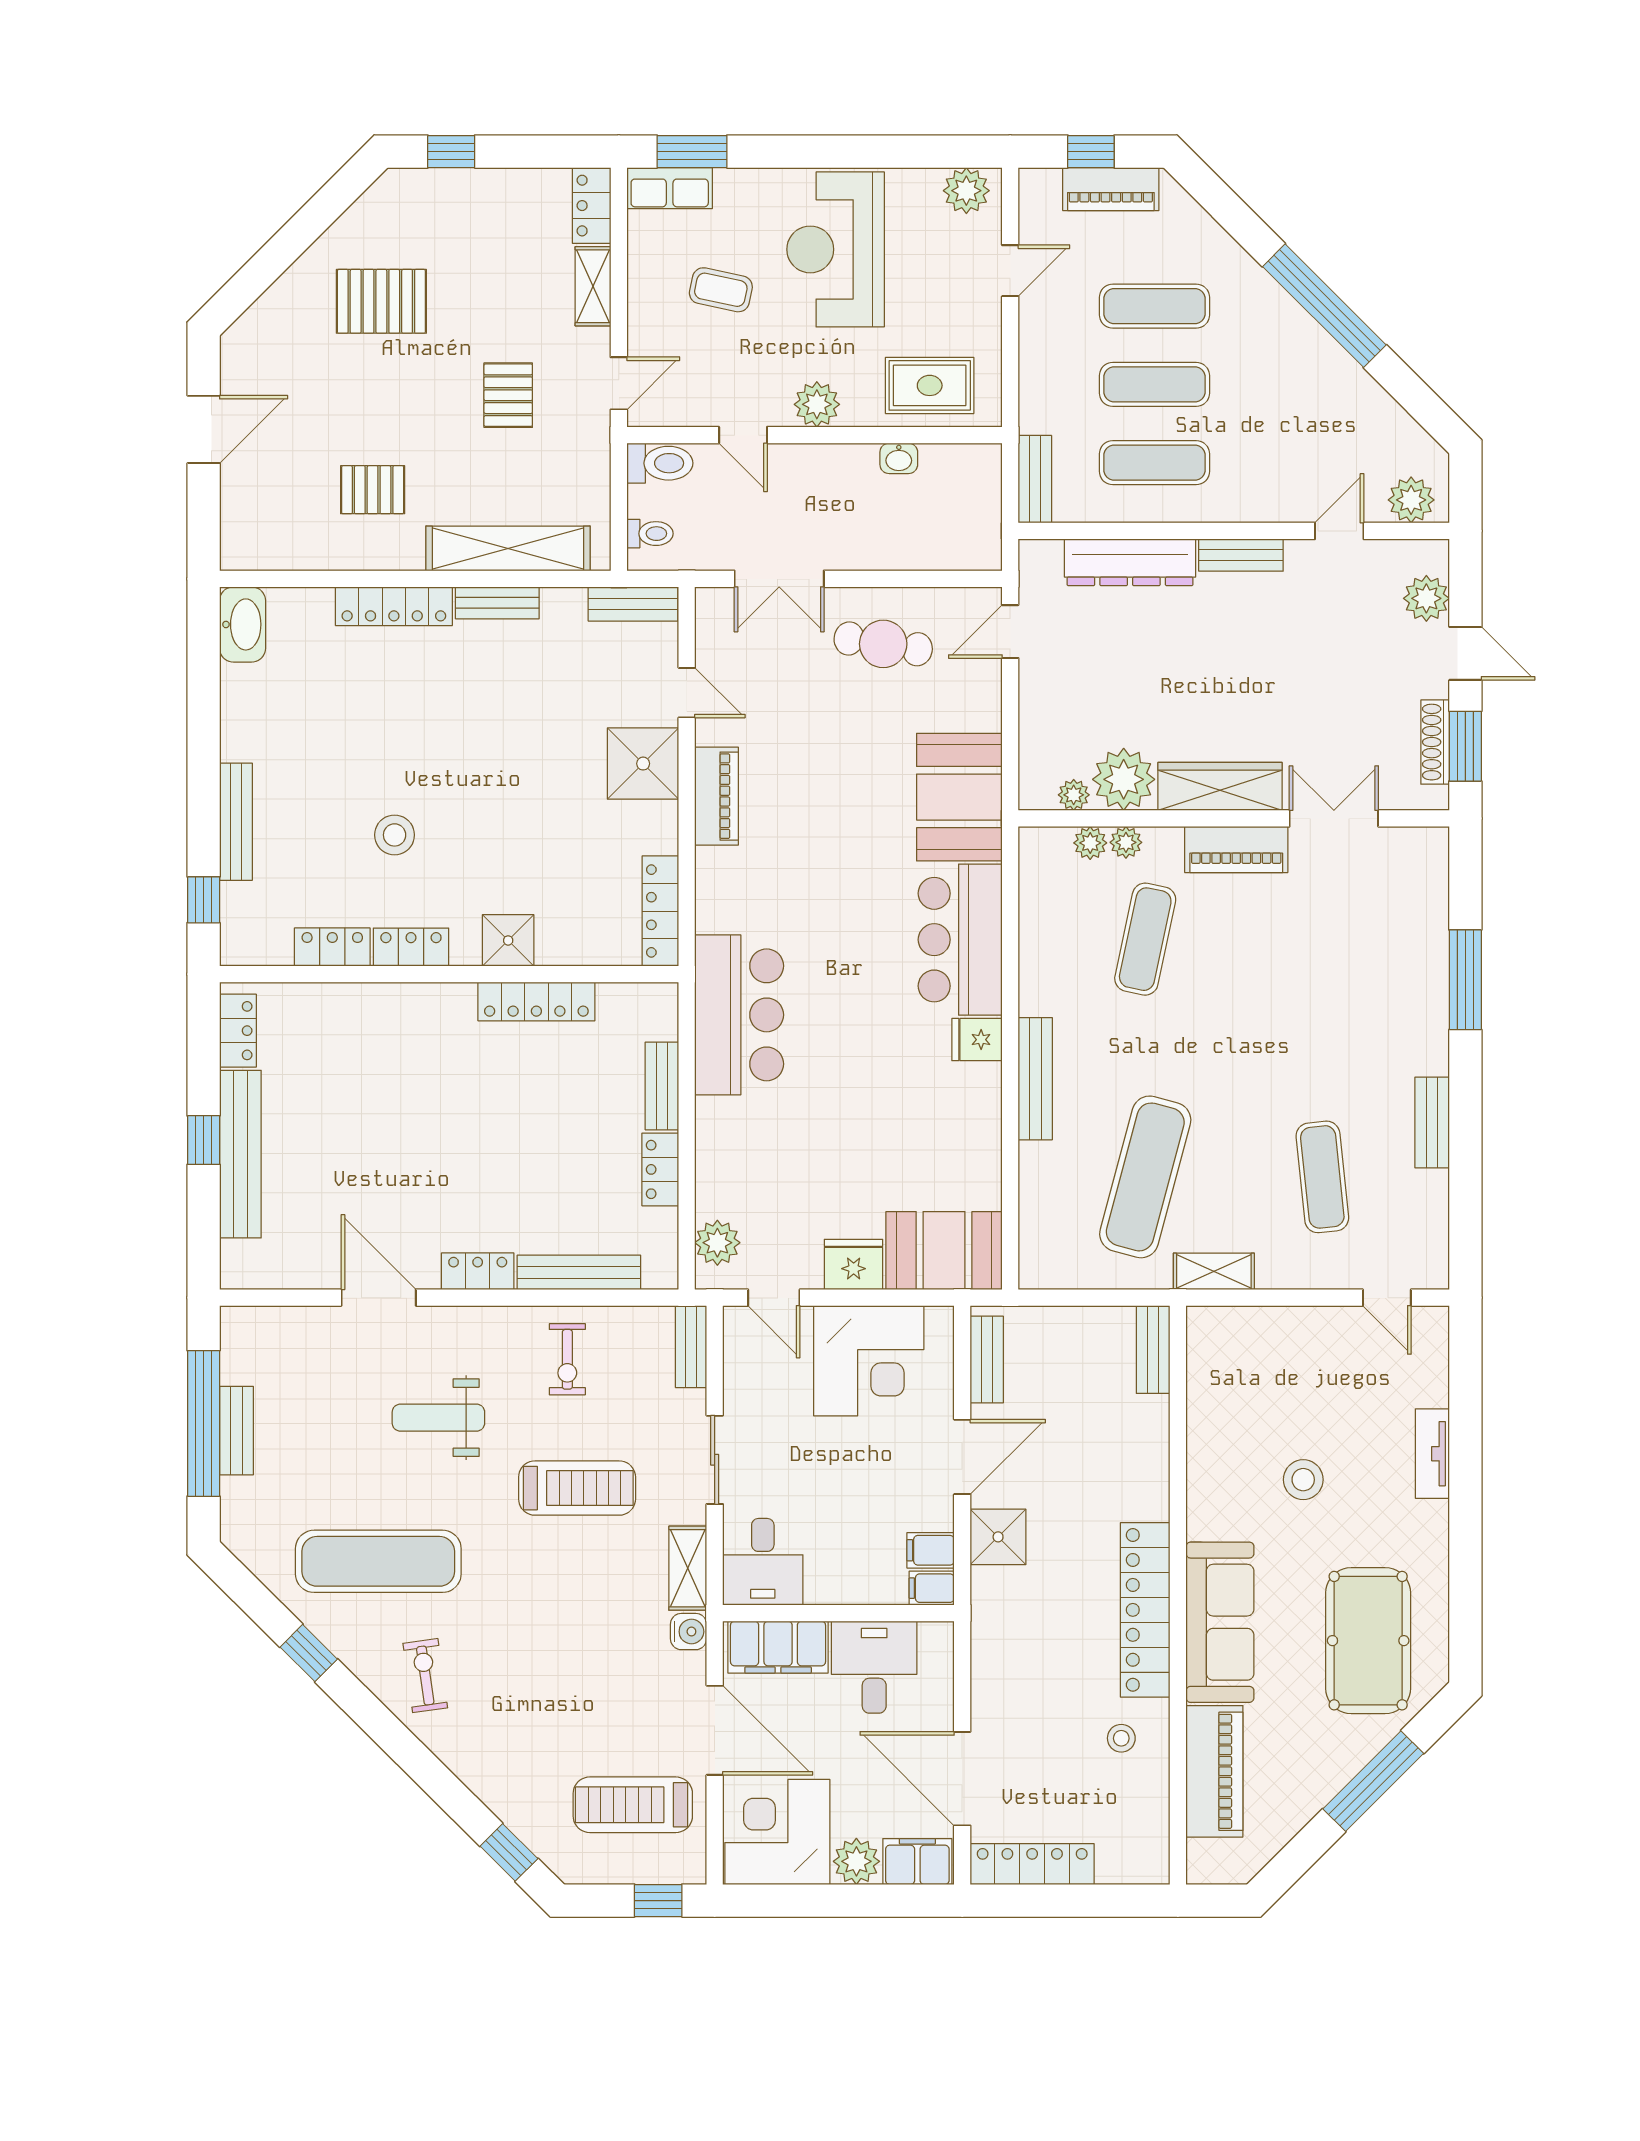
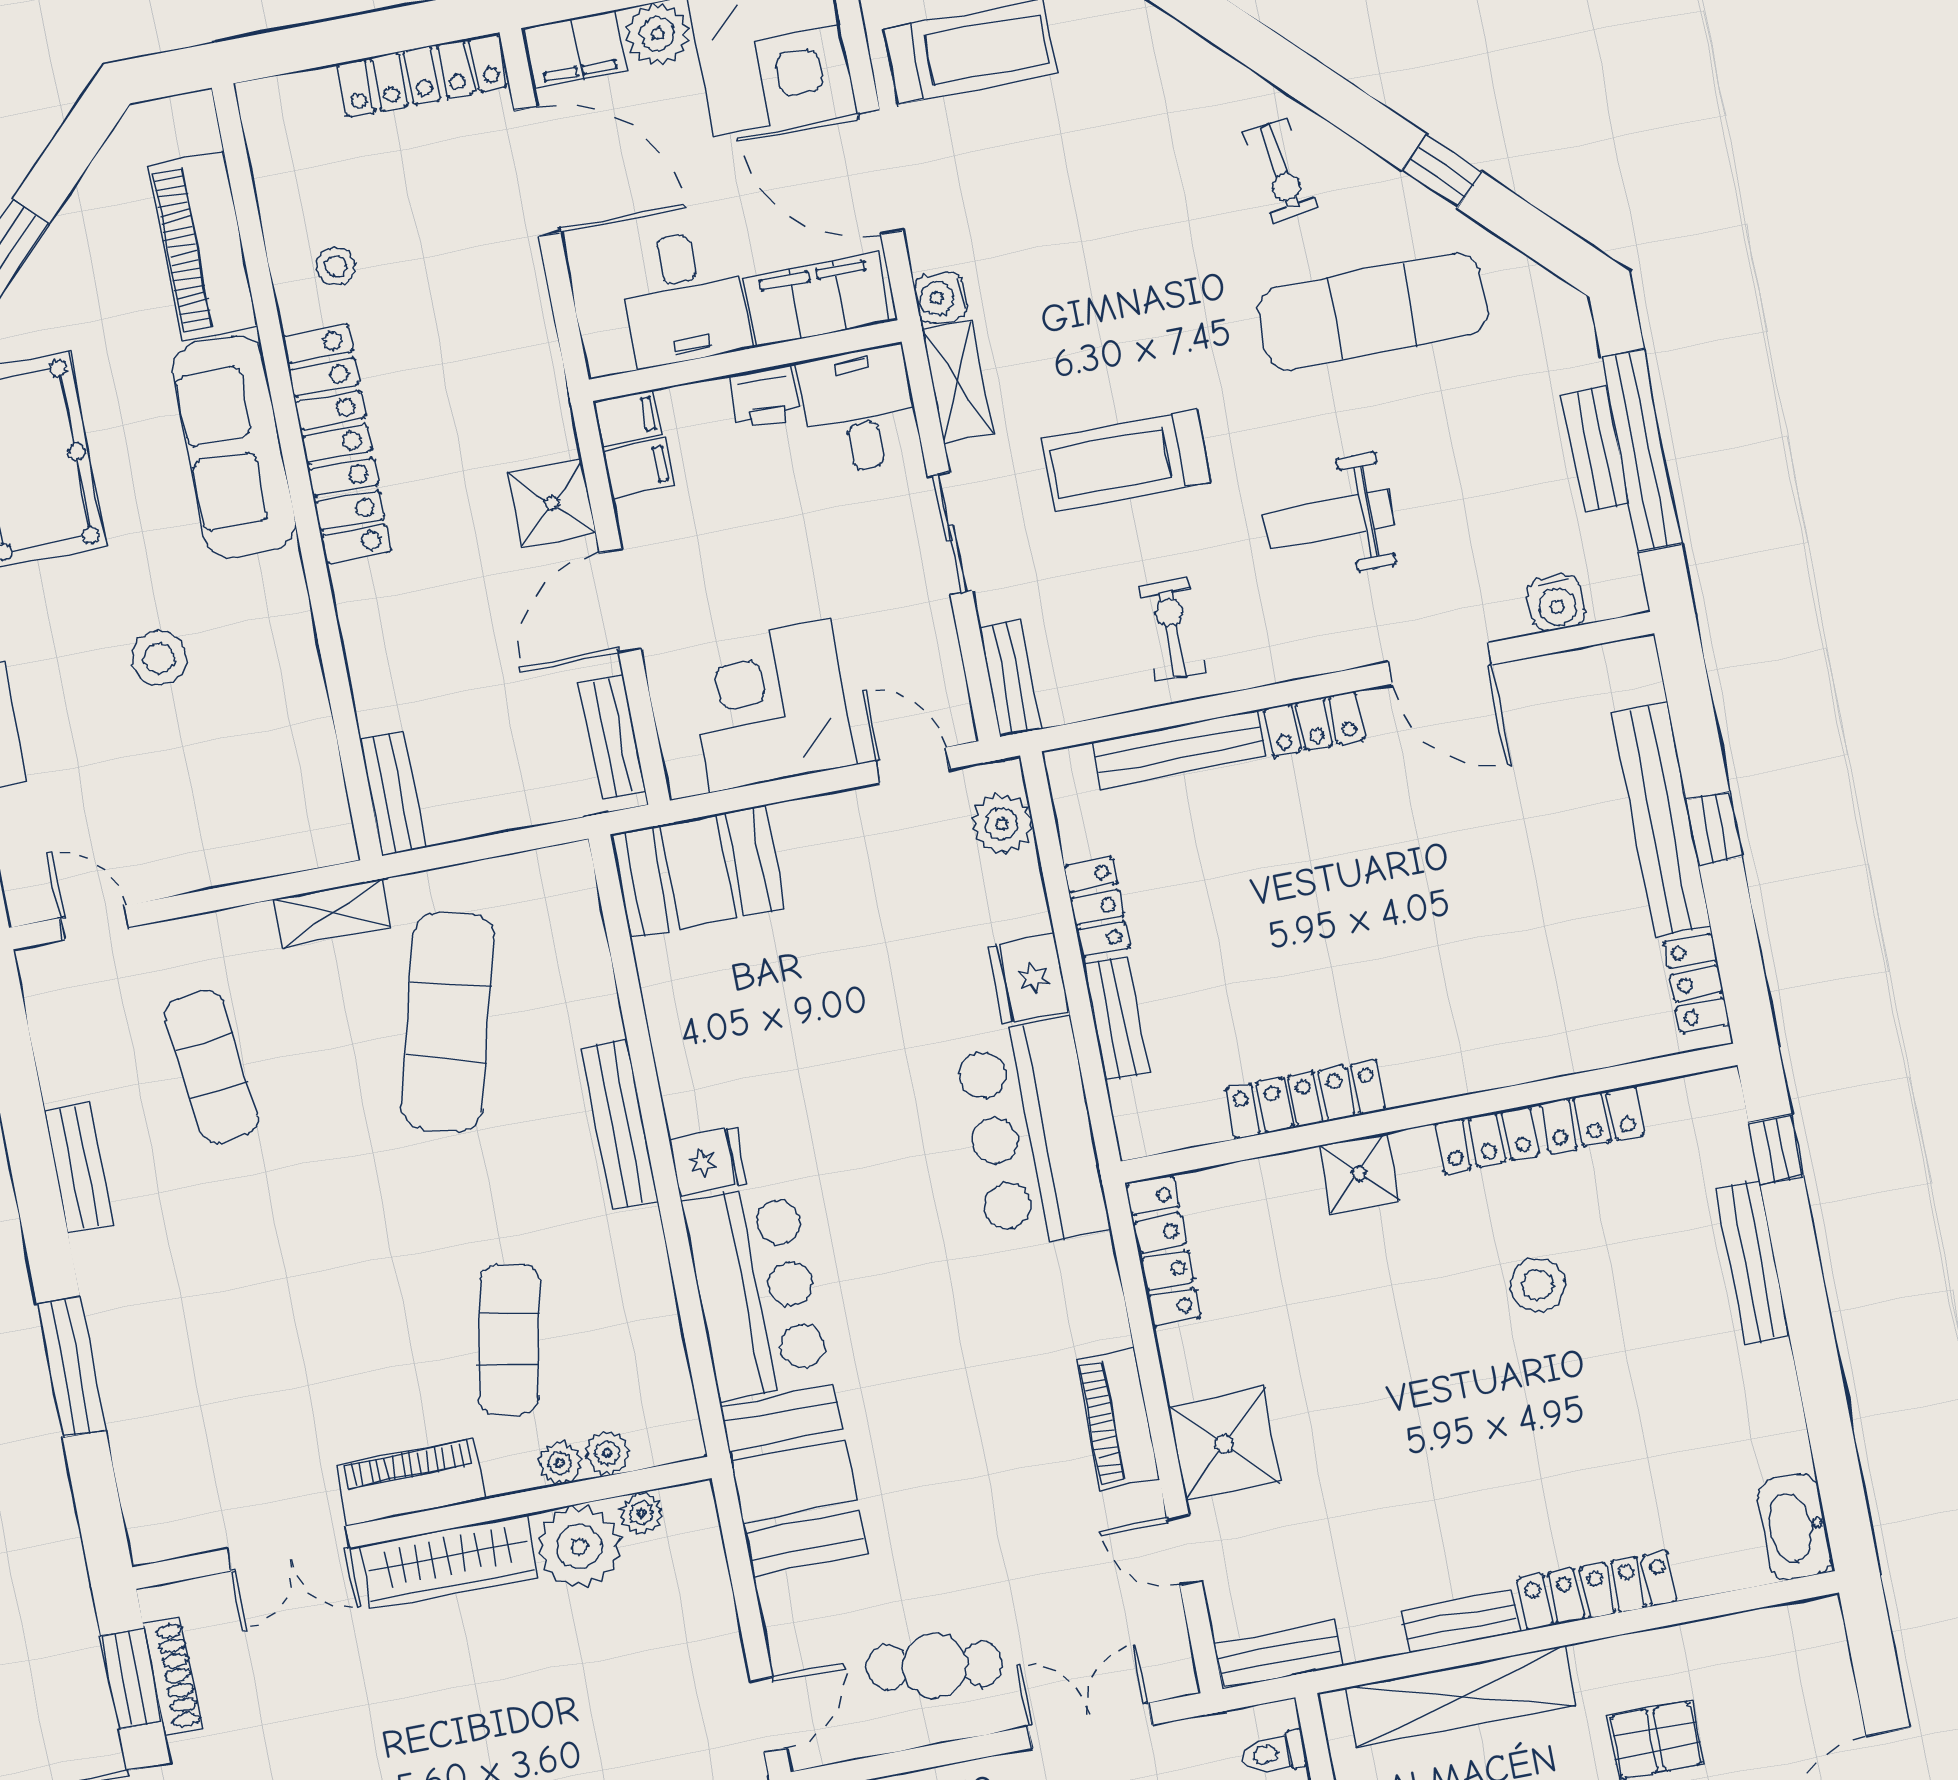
fridge: (854, 1264) -> (1028, 979), moved, turned 90
water cooler: (286, 1325) -> (1556, 603), added
weight bench: (438, 1418) -> (1329, 519), turned 180
printer: (829, 1584) -> (765, 397), added

